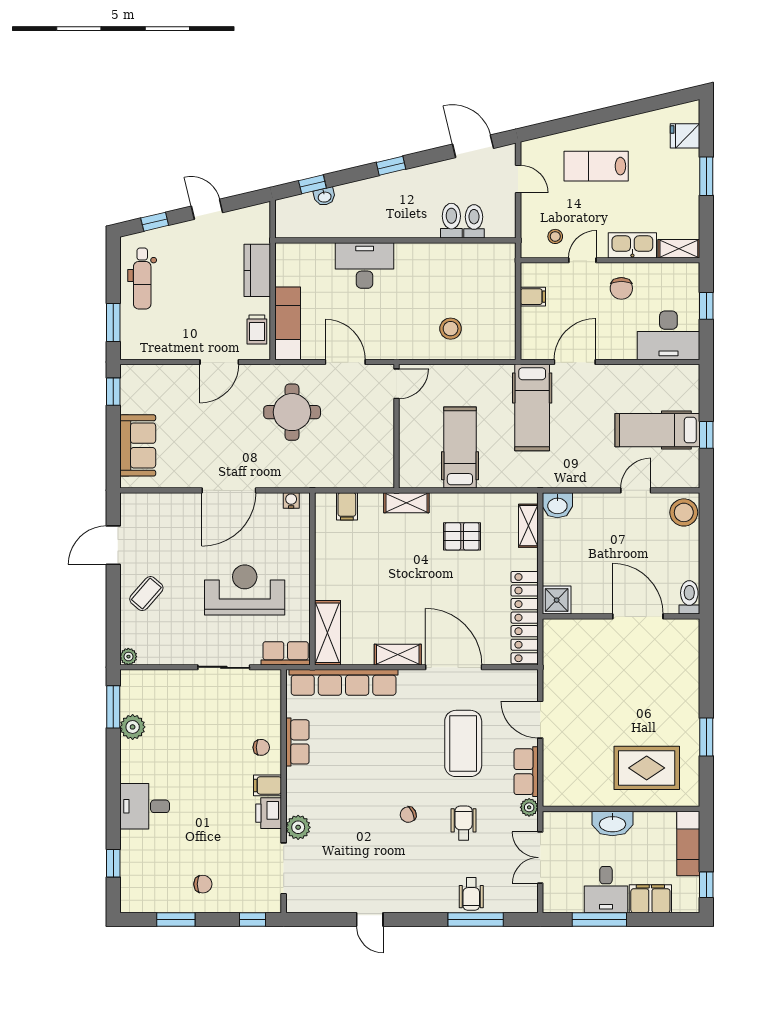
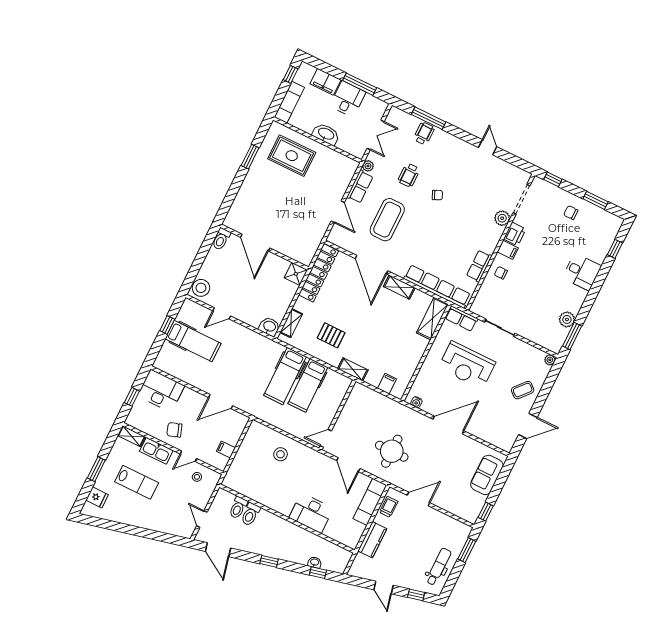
lab bench: (596, 166) -> (137, 482), moved
chair: (621, 288) -> (174, 430), turned -109
hospital bed: (532, 408) -> (285, 376), moved, turned 180

